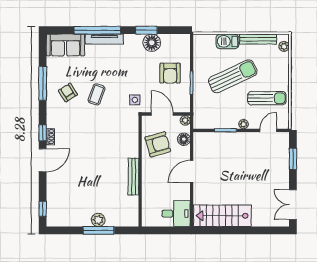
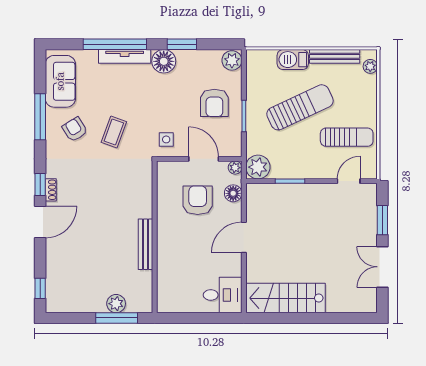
plant: (183, 42) -> (232, 60), added
floor lamp: (152, 43) -> (164, 61), moved
sofa: (65, 45) -> (60, 81), moved, turned -90
plant: (244, 124) -> (258, 167), moved, width x1.88, depth x1.88
armchair: (158, 144) -> (198, 200), turned -74
wall: (140, 171) -> (155, 237), moved
bench: (134, 176) -> (146, 244), moved
double door: (293, 205) -> (382, 267), moved

